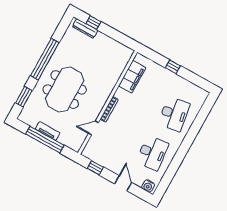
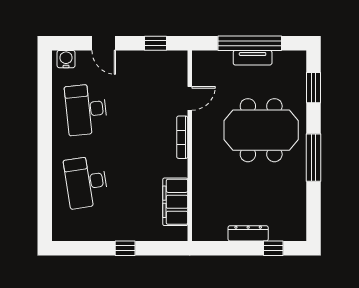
dresser: (85, 28) -> (248, 233), moved
window: (45, 59) -> (314, 158), width x0.68
meeting table: (65, 90) -> (261, 130), turned 90

